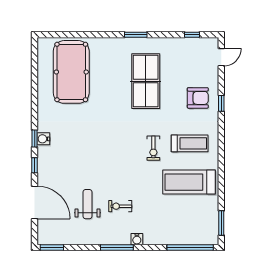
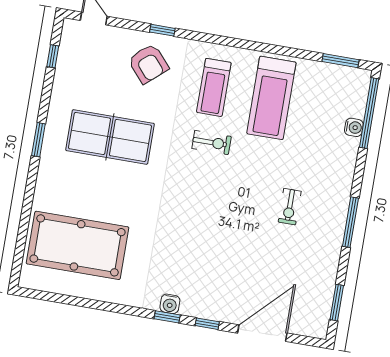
armchair: (198, 98) -> (148, 64), turned 139
treadmill: (190, 143) -> (214, 87), turned 180
weight bench: (88, 204) -> (278, 255), removed
water cooler: (137, 239) -> (354, 127), moved
window: (52, 248) -> (337, 303), moved

